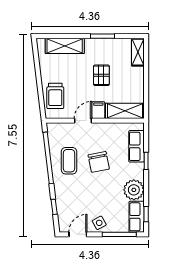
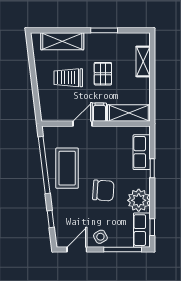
shelving: (138, 52) -> (143, 61), moved
trolley: (55, 96) -> (68, 78), moved, turned 90
coffee table: (69, 161) -> (67, 168), width x1.36, depth x1.32
chair: (99, 162) -> (103, 190), moved, turned -75

